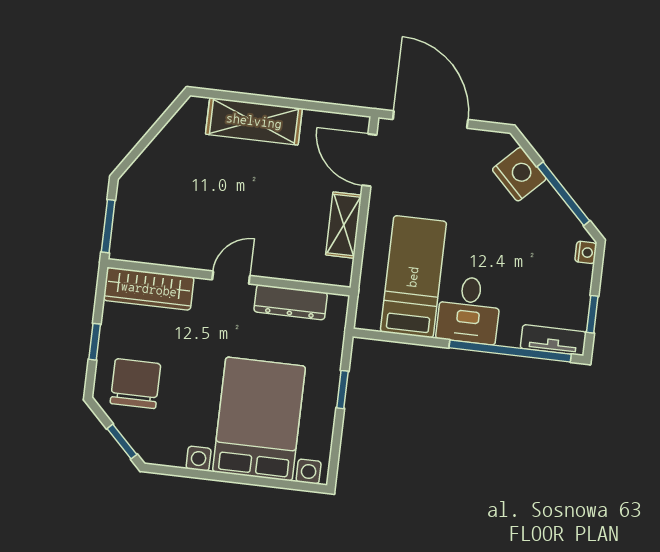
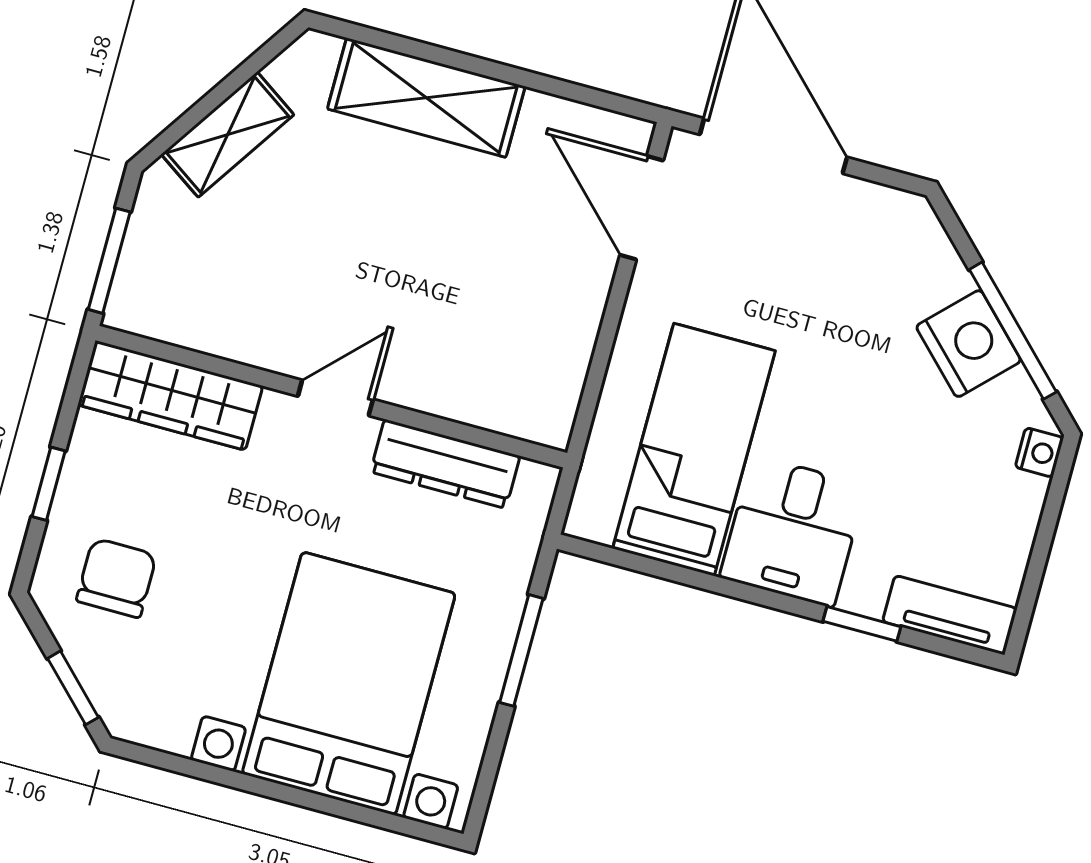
nightstand: (519, 174) -> (969, 344), moved
shelving: (344, 225) -> (228, 135), moved, turned 34
window: (592, 314) -> (1034, 576), removed
window: (510, 351) -> (862, 624), width x0.32
chair: (135, 384) -> (116, 578), width x0.73, depth x0.73
window: (342, 390) -> (521, 650), width x1.50

